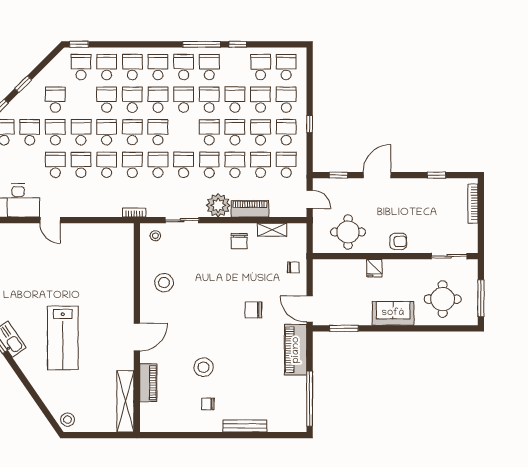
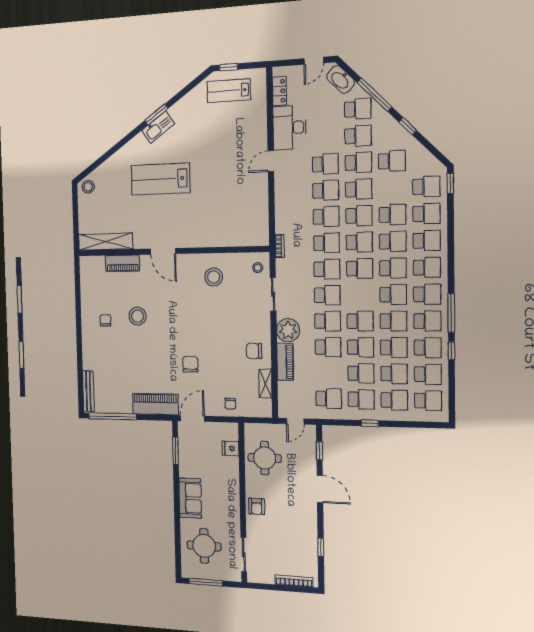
school desk: (261, 165) -> (428, 348), moved
fridge: (374, 268) -> (231, 448), moved
bench: (245, 426) -> (88, 391), moved

